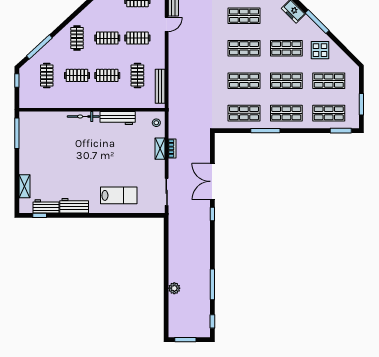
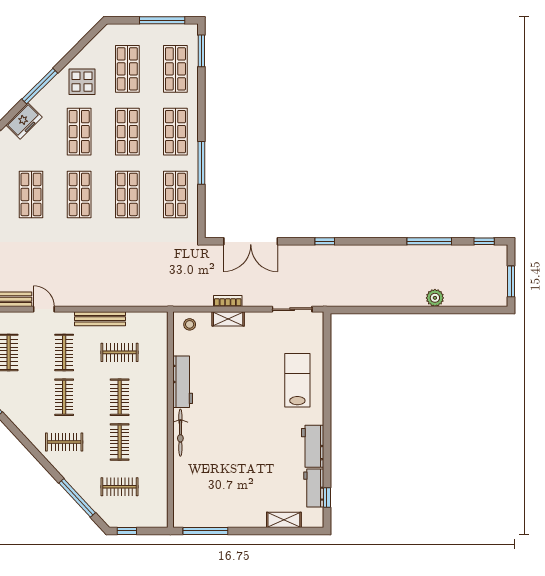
bench: (160, 86) -> (100, 319), moved
window: (361, 104) -> (162, 20), width x1.44
double door: (212, 181) -> (251, 241), moved

